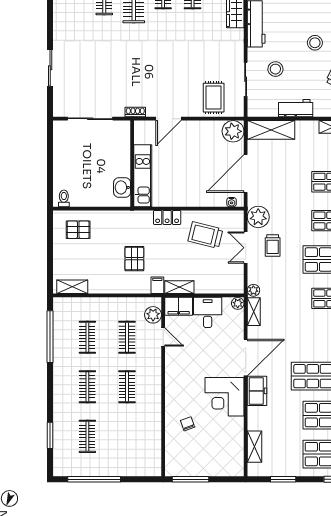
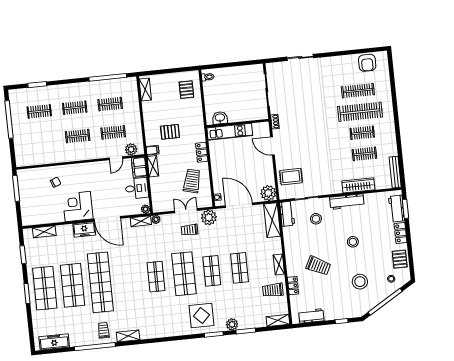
stool: (315, 43) -> (353, 242), moved
workbench: (296, 108) -> (287, 214), moved

